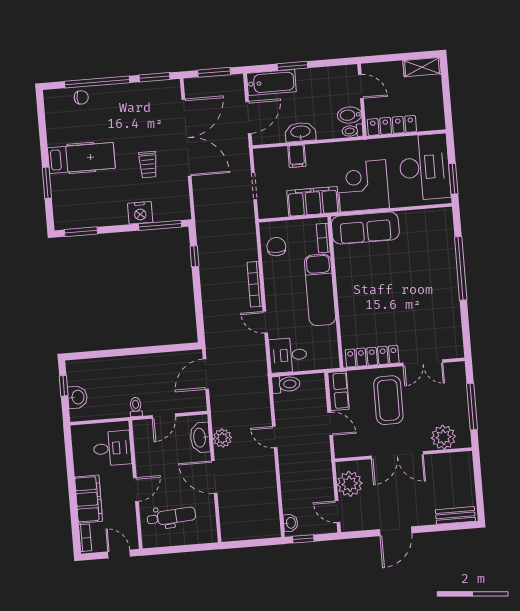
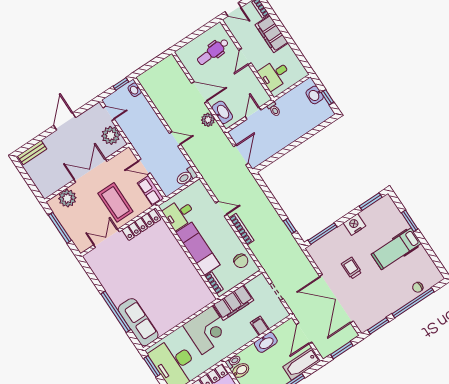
nightstand: (140, 213) -> (355, 225), moved
sofa: (365, 228) -> (138, 322), moved, turned 90
desk: (288, 355) -> (179, 214), moved, turned 180

